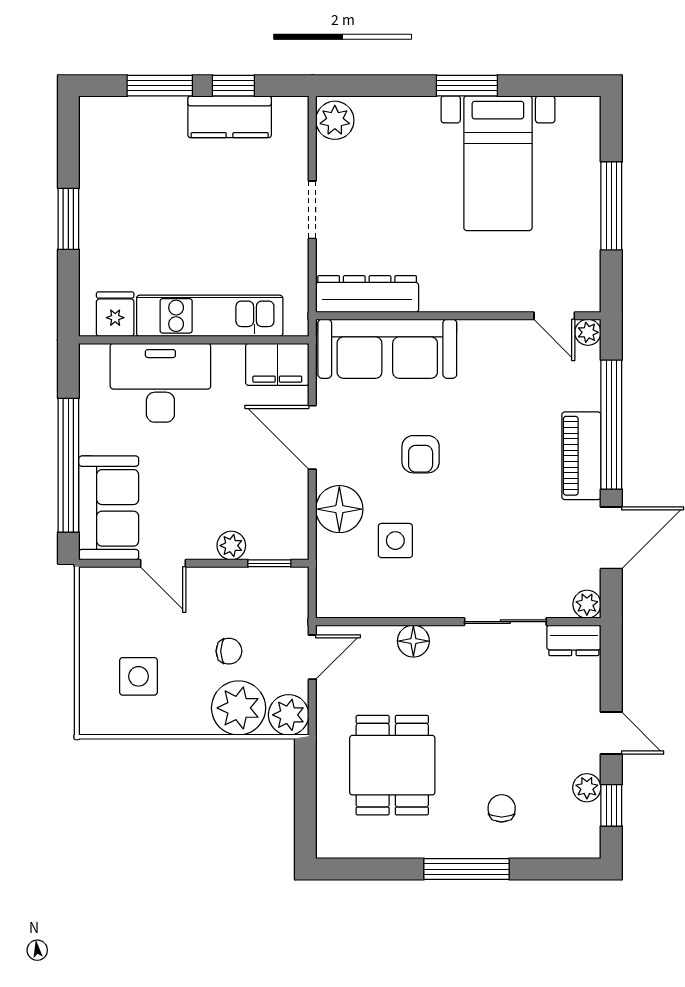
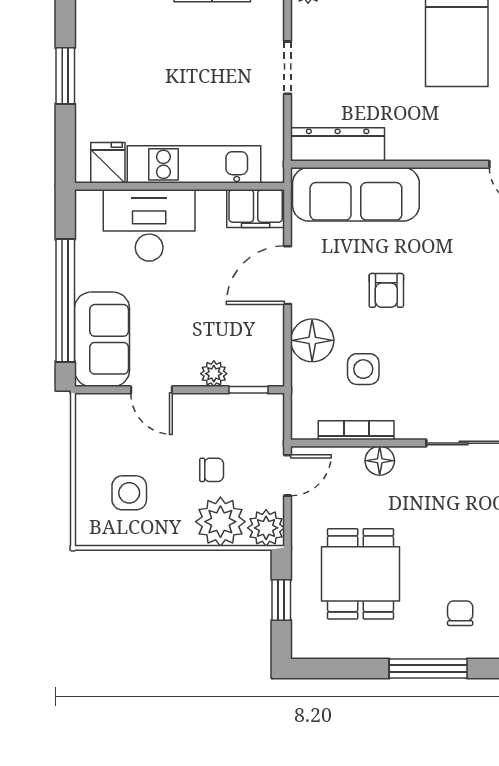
door: (312, 437) -> (288, 275), hinge flipped
bookcase: (387, 608) -> (356, 430), added
window: (305, 794) -> (281, 600), added

